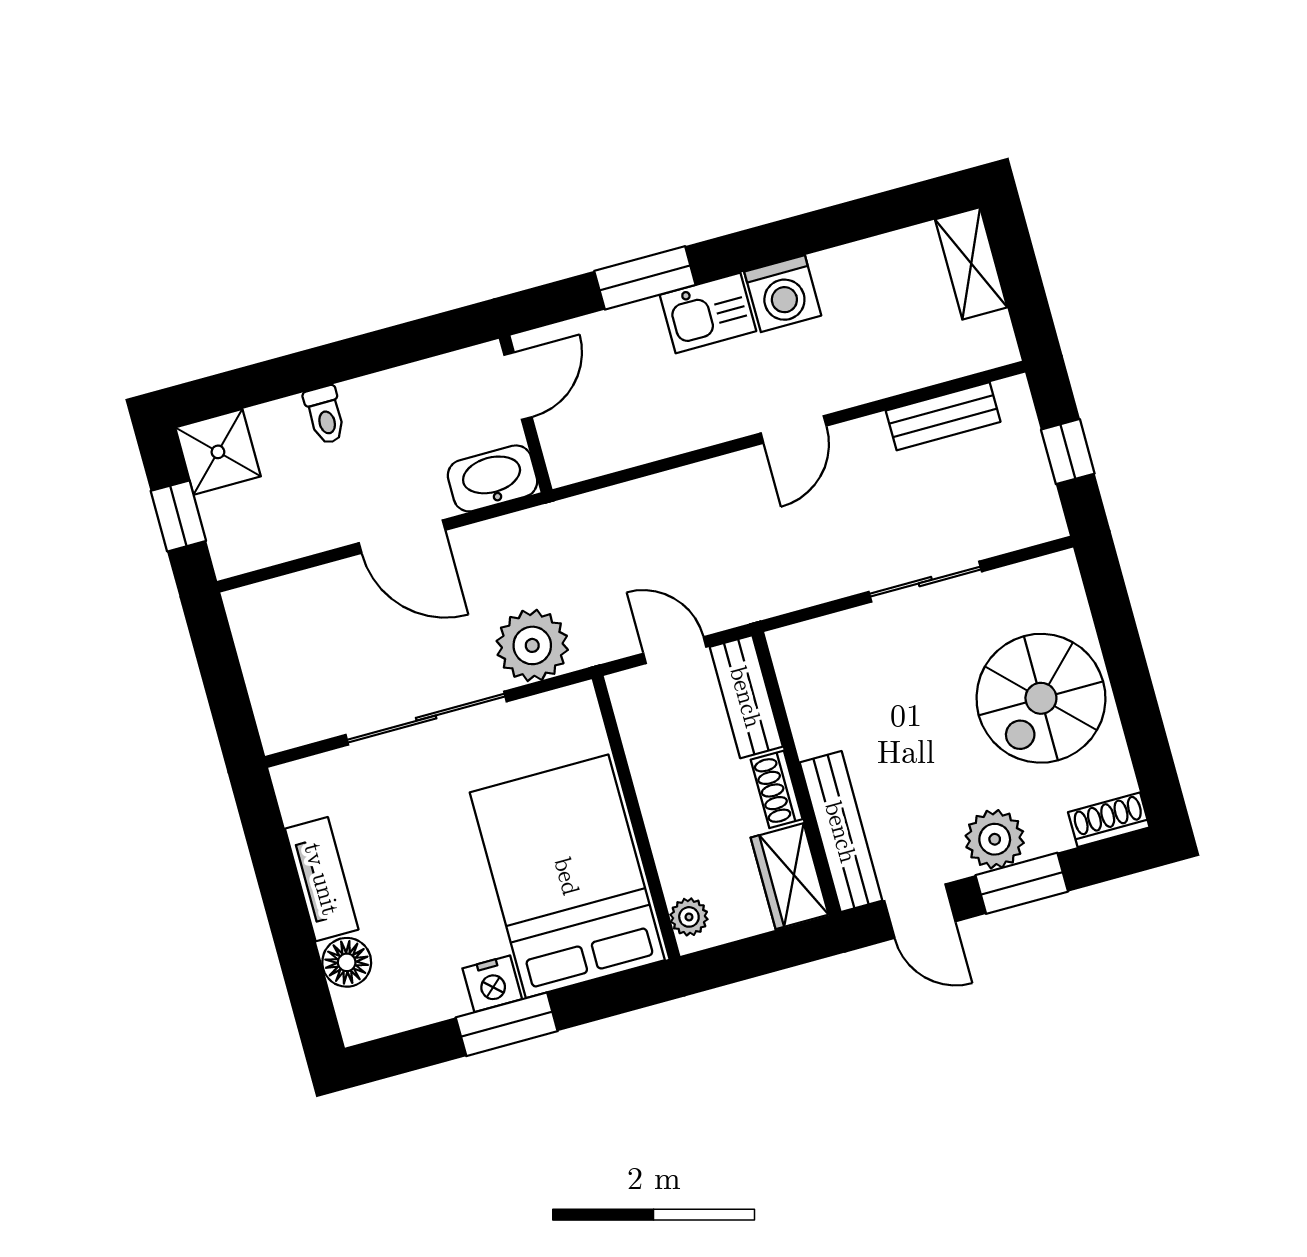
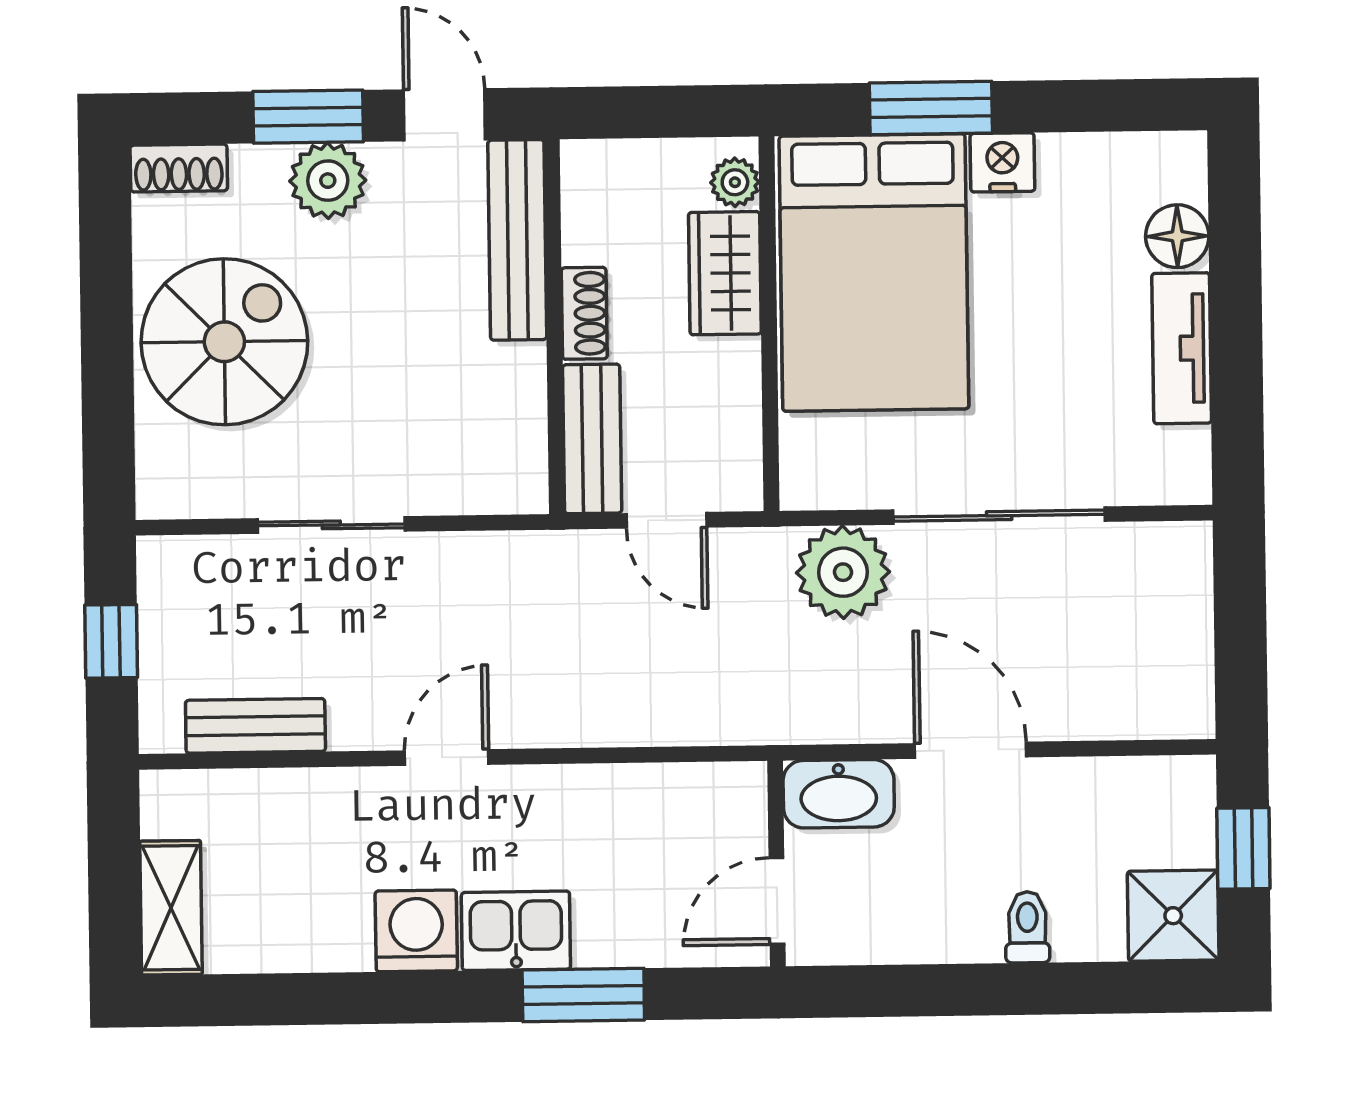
wardrobe: (790, 876) -> (725, 273), moved, turned 180
window: (507, 1024) -> (931, 108), moved

